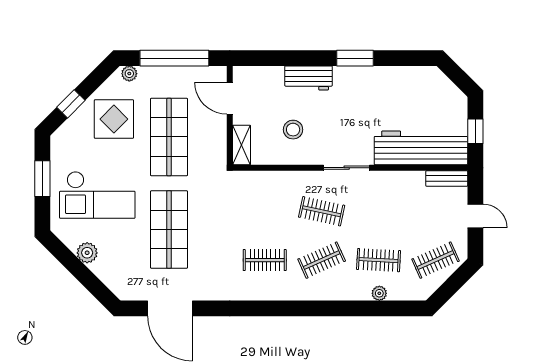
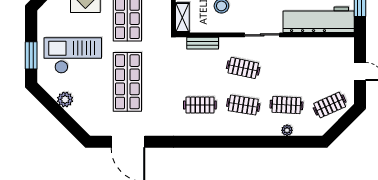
window: (42, 179) -> (31, 55), moved
bench: (447, 179) -> (203, 43), moved
checkout: (97, 195) -> (73, 55), turned 180
clothes rail: (322, 260) -> (243, 105), turned 33

